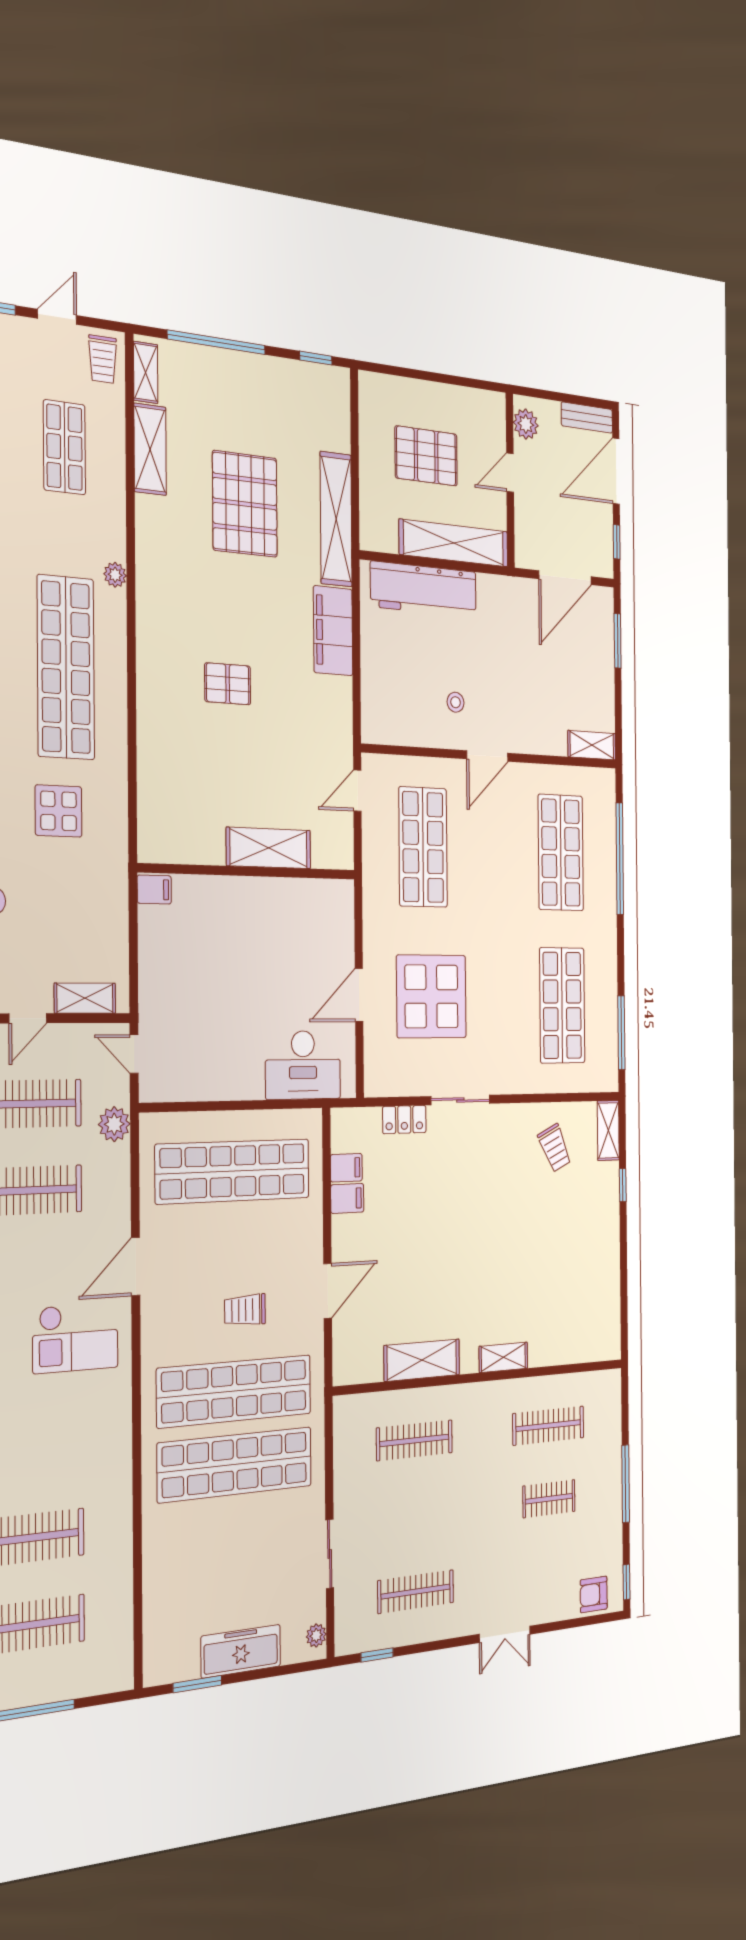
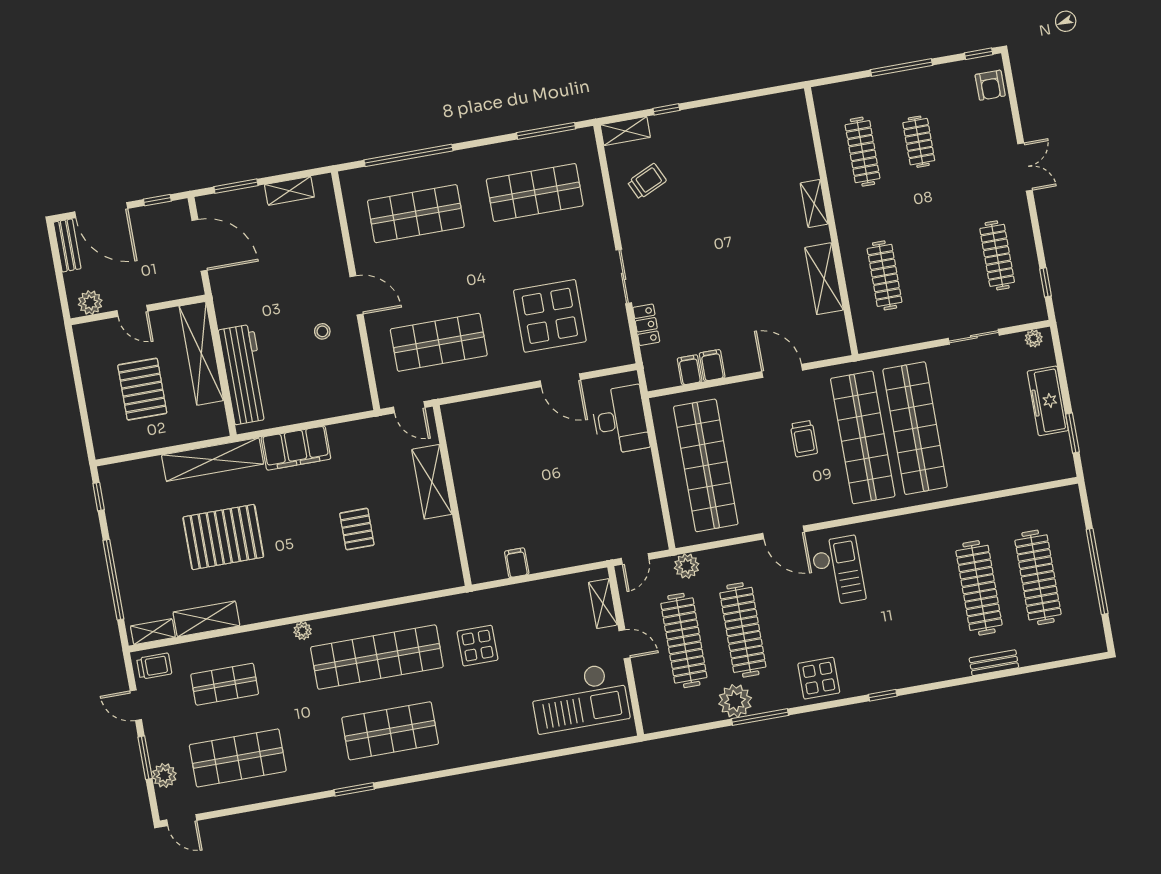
shelving: (592, 745) -> (289, 191), moved, turned 90
shelving: (269, 848) -> (432, 482), moved
wall: (248, 871) -> (452, 496), moved

